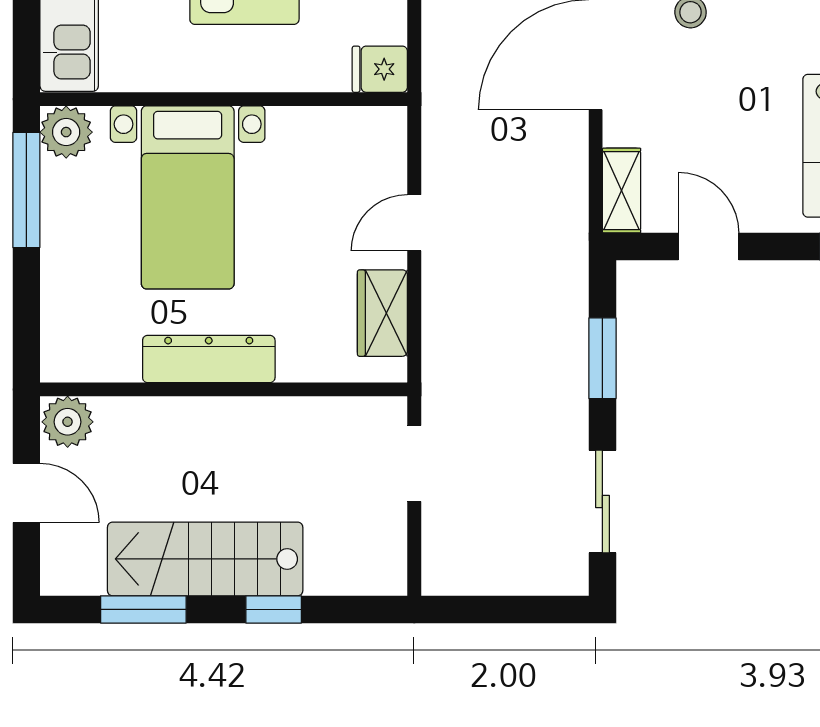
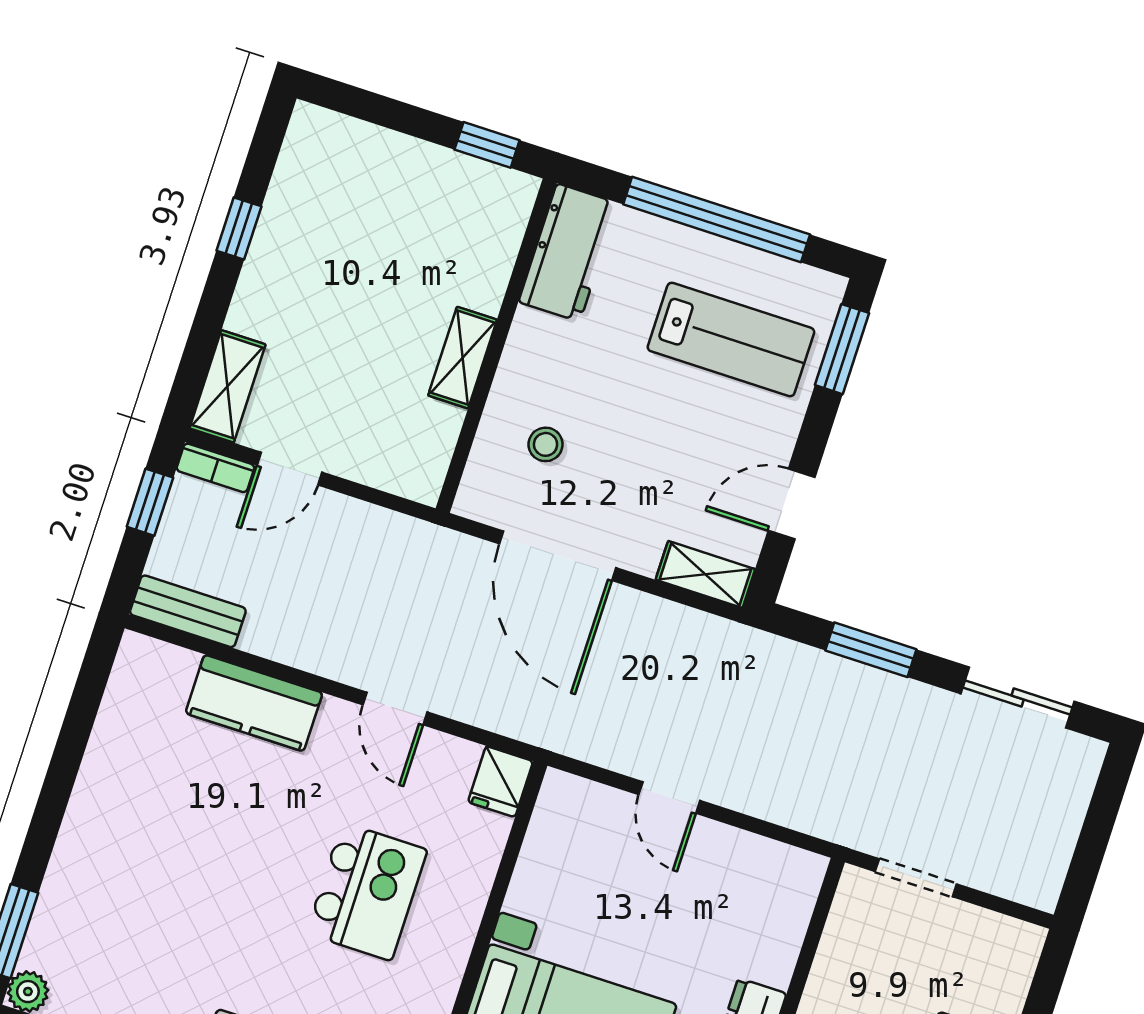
wardrobe: (382, 313) -> (751, 860), removed

